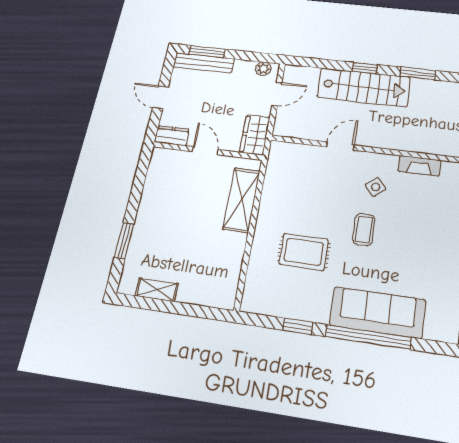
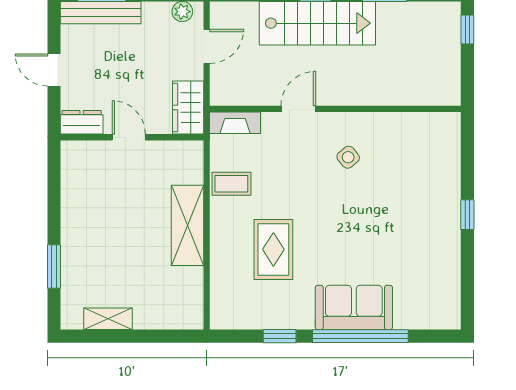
fireplace: (419, 166) -> (235, 123), moved
shelving: (242, 200) -> (187, 225), moved
coffee table: (364, 230) -> (231, 184), moved, turned 90
rug: (304, 252) -> (273, 249), turned 90
sofa: (378, 312) -> (354, 307), width x0.73

